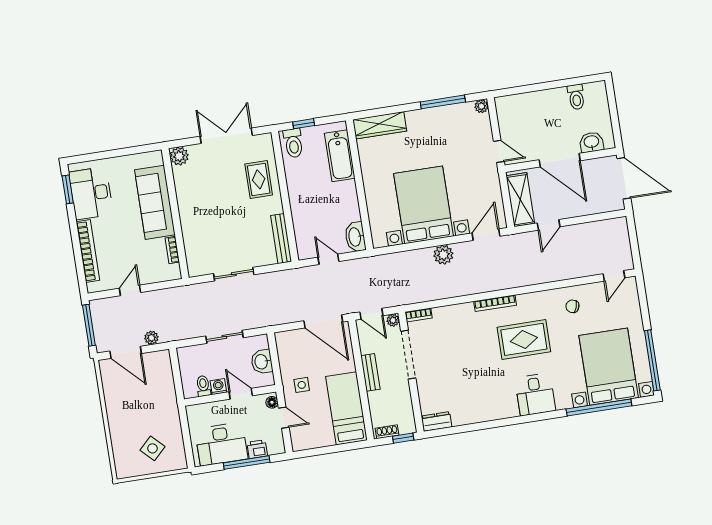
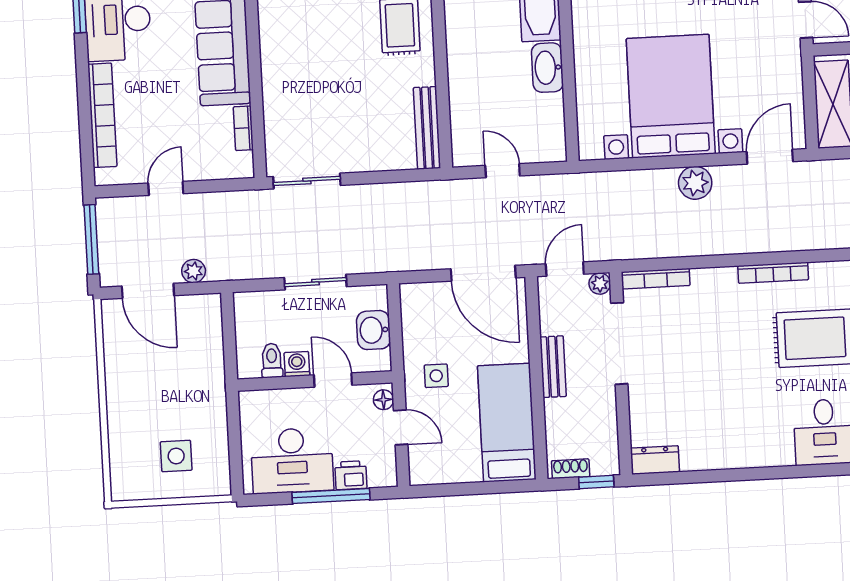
washbasin: (355, 237) -> (547, 68), moved
sliding door: (234, 274) -> (307, 181), moved
door: (371, 314) -> (565, 269), swing flipped
bookcase: (419, 315) -> (656, 279), width x1.56
side table: (152, 448) -> (176, 456), turned 45

